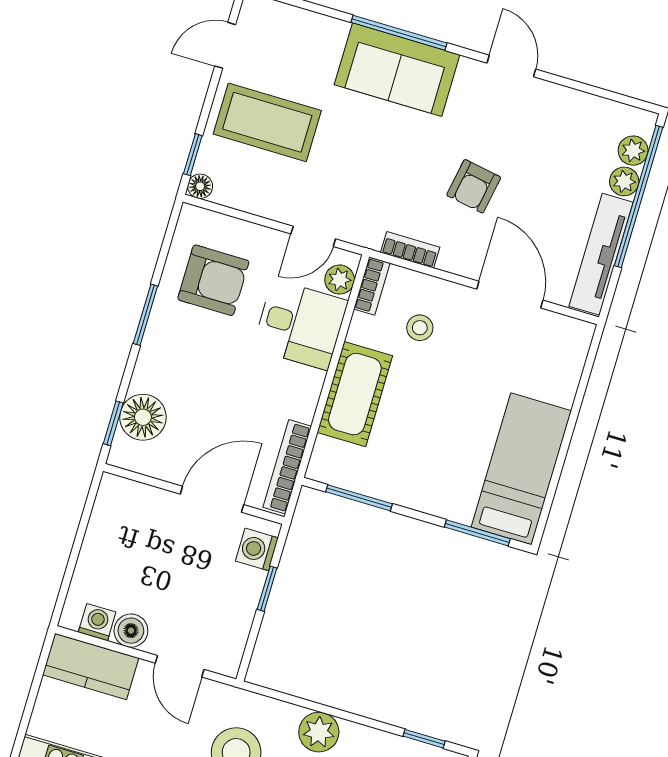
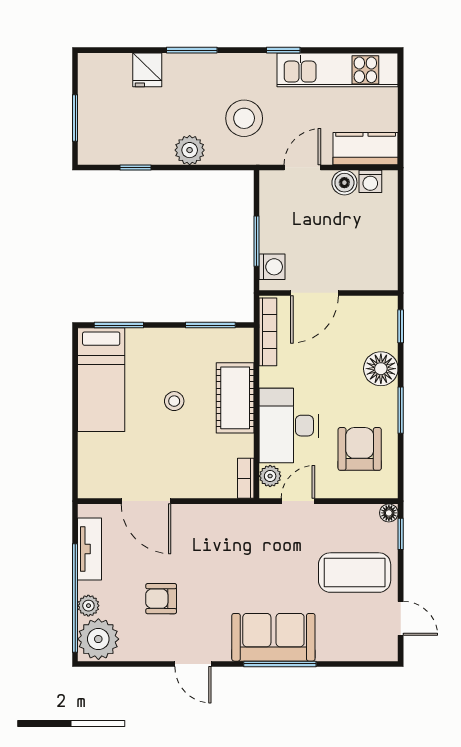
door: (225, 45) -> (401, 618), hinge flipped
plant: (633, 151) -> (98, 639), width x1.87, depth x1.87
armchair: (474, 186) -> (161, 599), moved, turned -100
bookcase: (410, 250) -> (226, 512), removed
tv unit: (601, 254) -> (90, 549), width x0.71
armchair: (213, 280) -> (360, 449), turned 90
desk: (300, 325) -> (289, 426), width x1.37
stool: (420, 328) -> (174, 401), moved
floor lamp: (143, 417) -> (381, 369), moved
window: (267, 589) -> (257, 241), width x1.50
door: (180, 666) -> (302, 168), hinge flipped
window: (424, 739) -> (135, 168), moved

